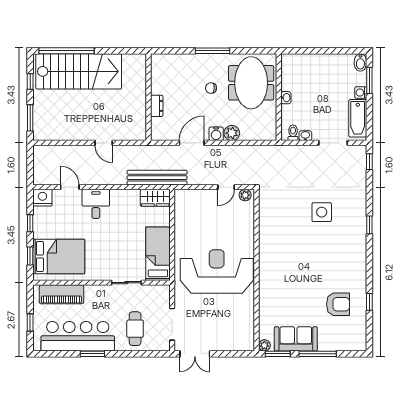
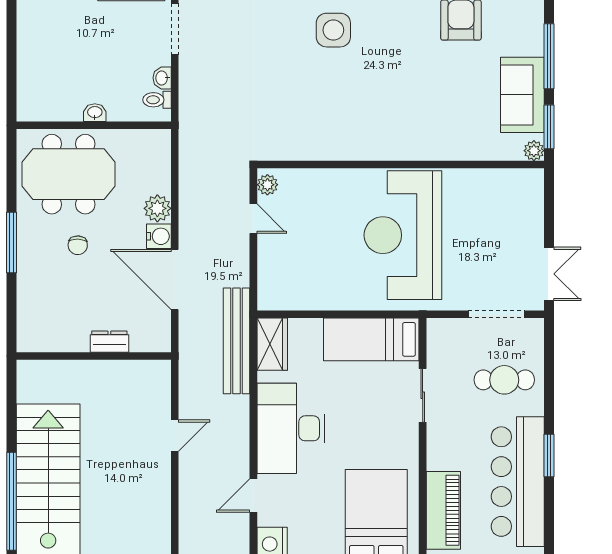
door: (192, 143) -> (175, 279), width x1.36
desk: (96, 204) -> (291, 428), width x1.87, depth x1.30
side table: (322, 212) -> (333, 30), moved

